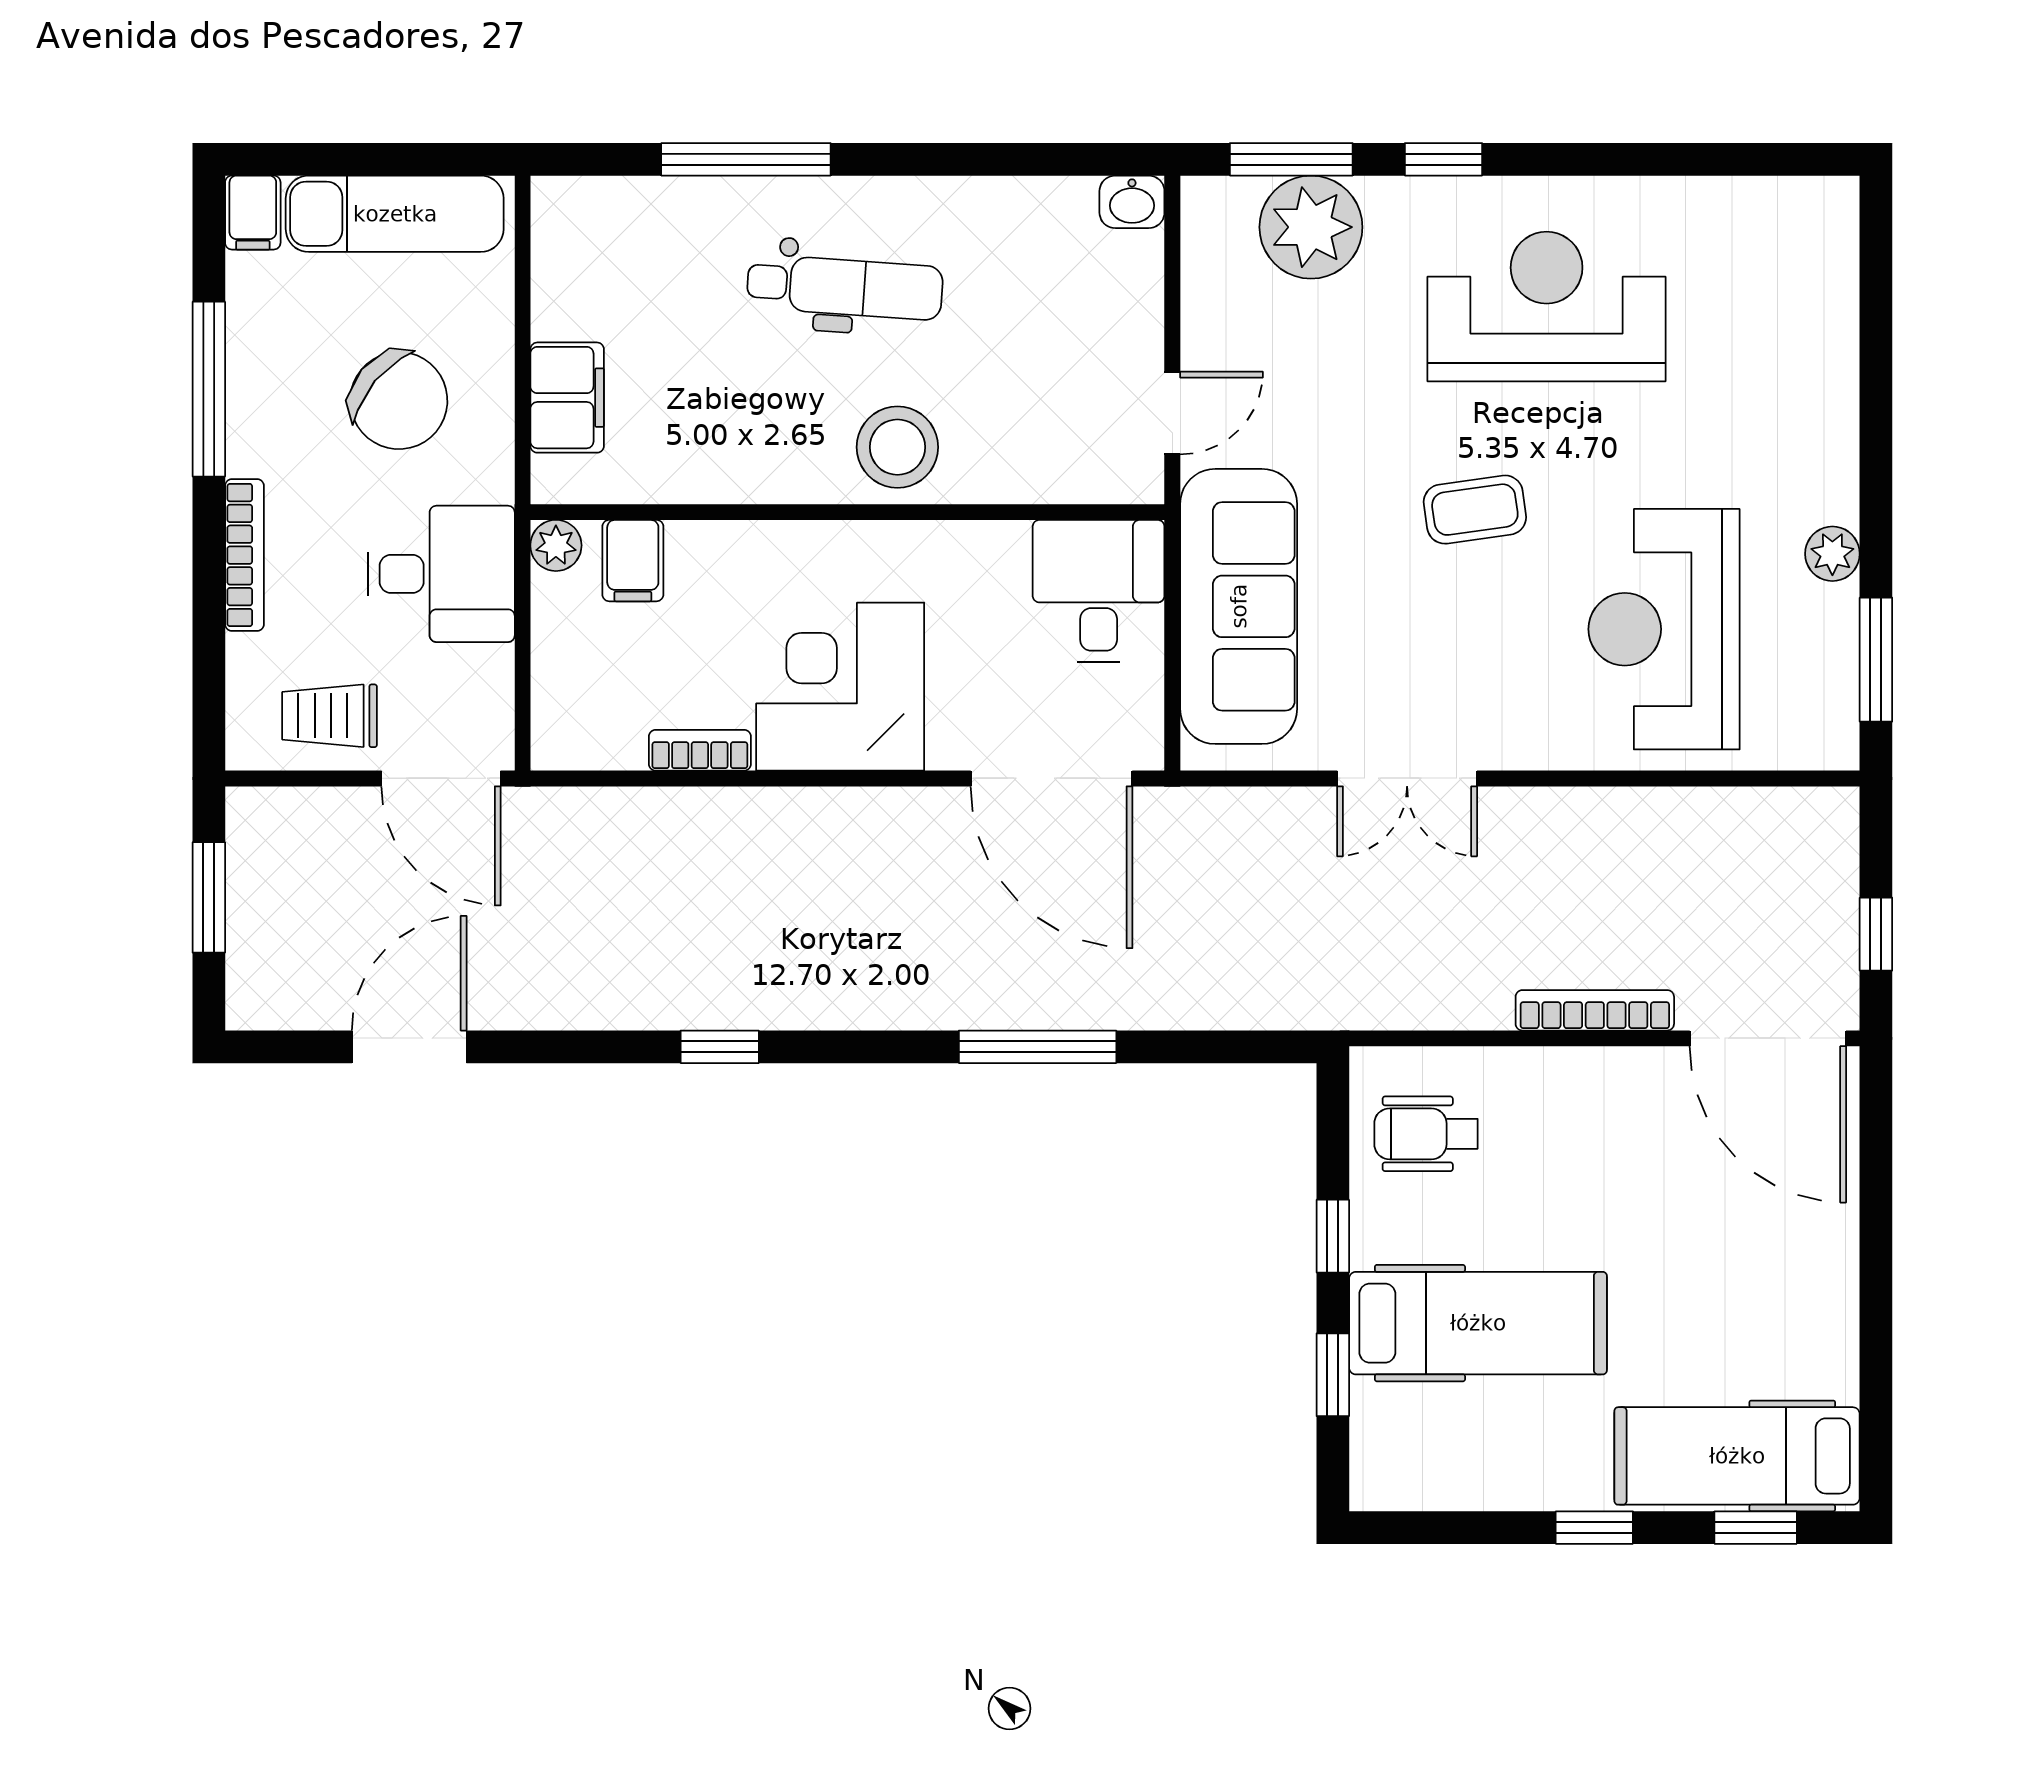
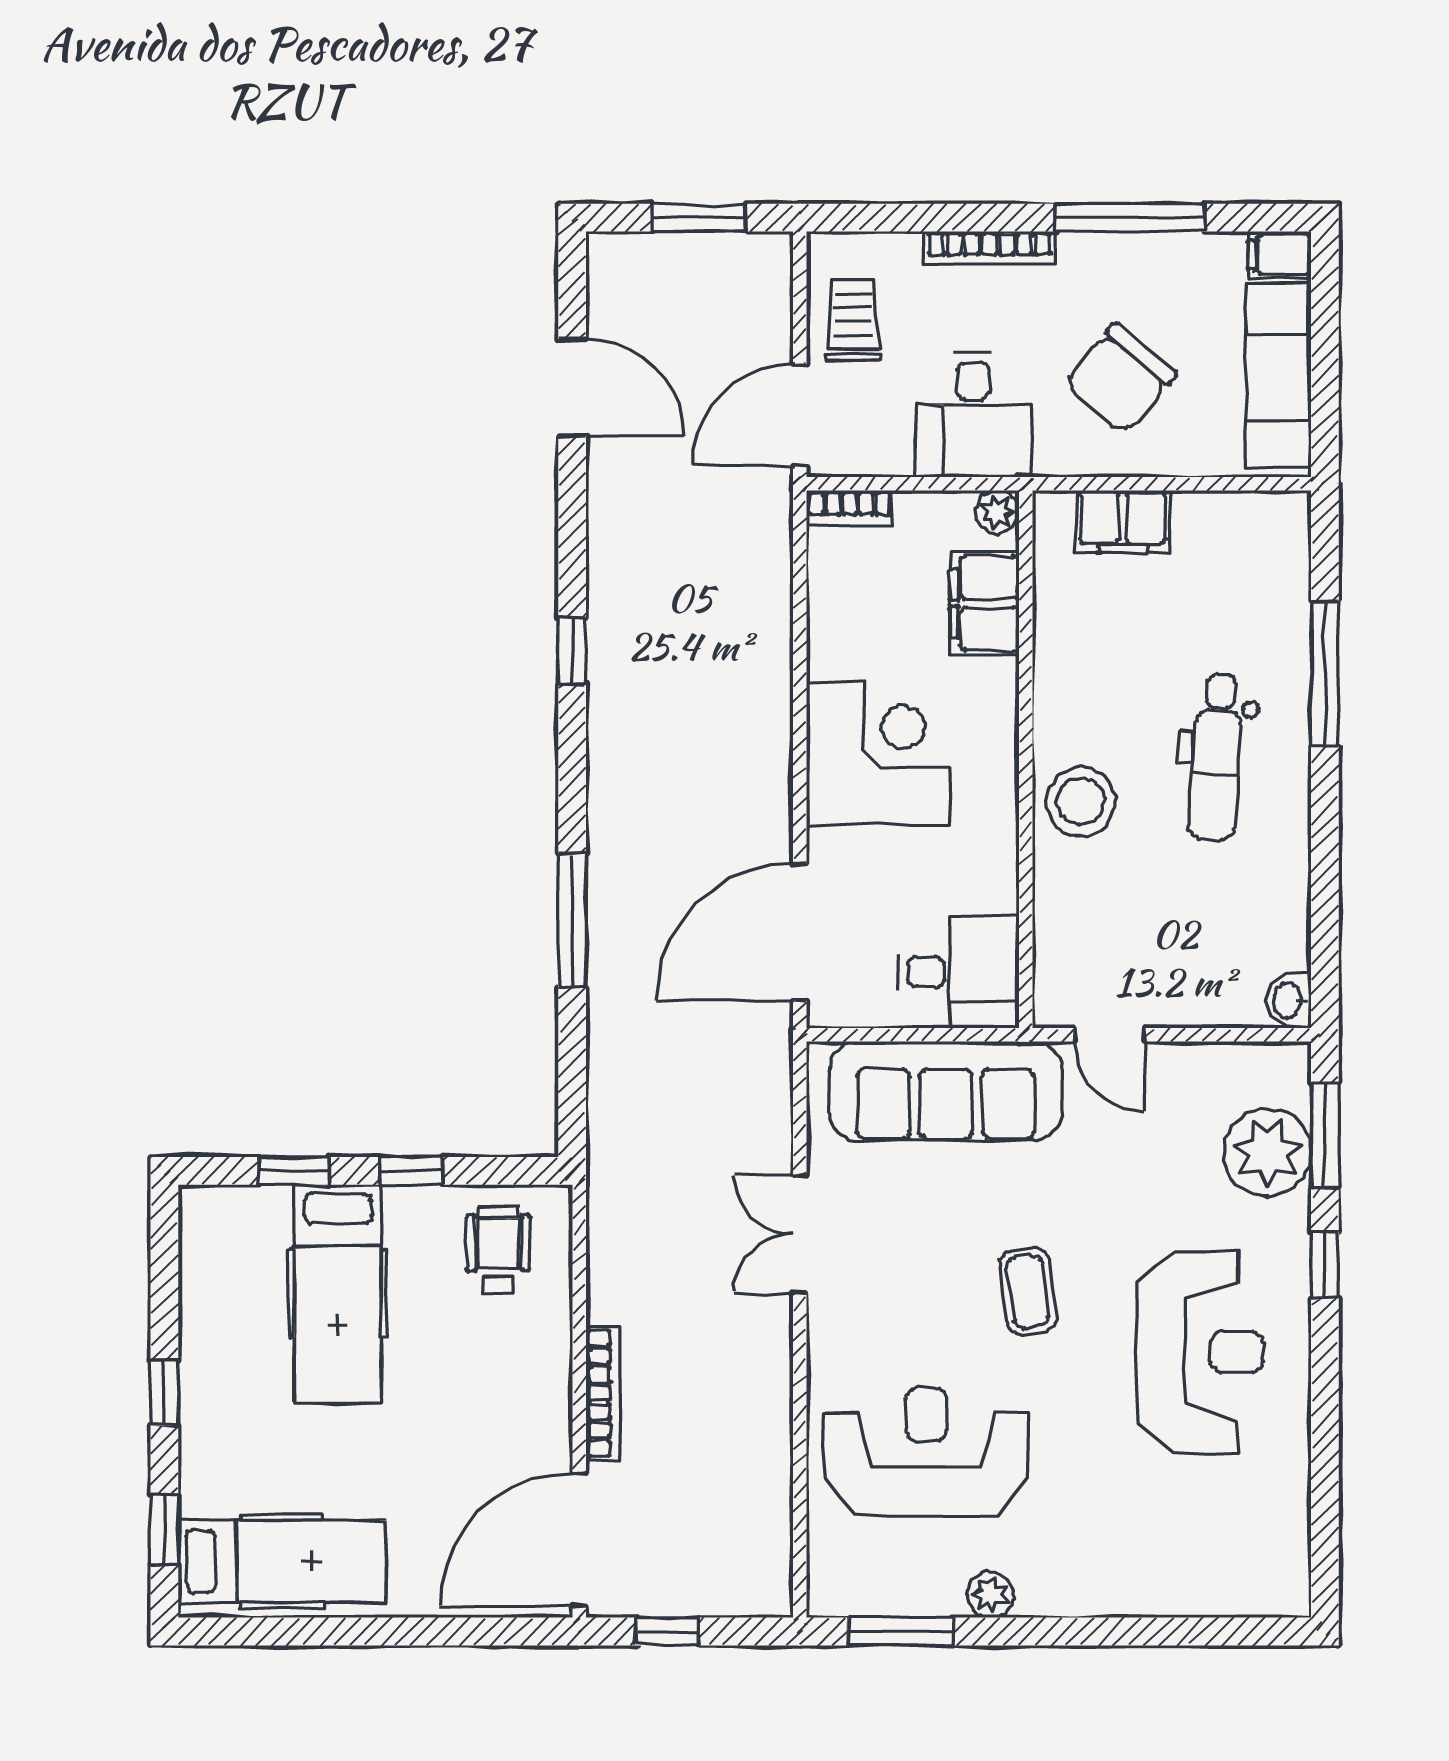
filing cabinet: (633, 561) -> (985, 603), width x2.00
bookcase: (700, 750) -> (850, 508), moved, turned 90
hospital bed: (1737, 1456) -> (282, 1562), moved, turned 90

